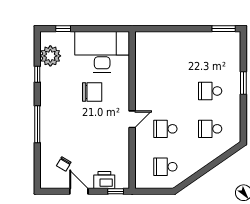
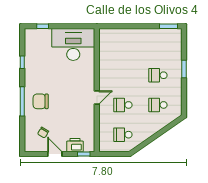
plant: (50, 56) -> (33, 48), removed
chair: (92, 92) -> (41, 101), moved, turned 180

